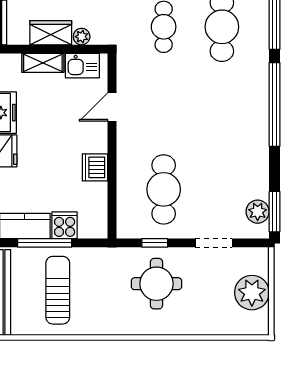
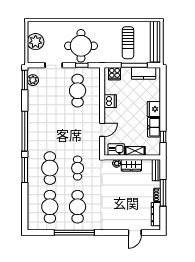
cooker: (65, 225) -> (114, 74), moved
round table: (156, 284) -> (81, 46), width x1.36, depth x1.36

